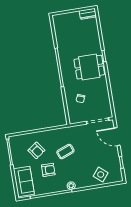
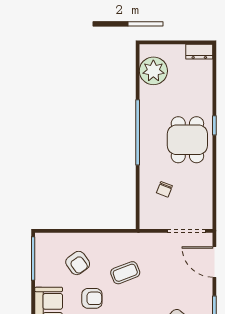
plant: (63, 30) -> (153, 71), added
dining table: (89, 67) -> (187, 140), turned 90

